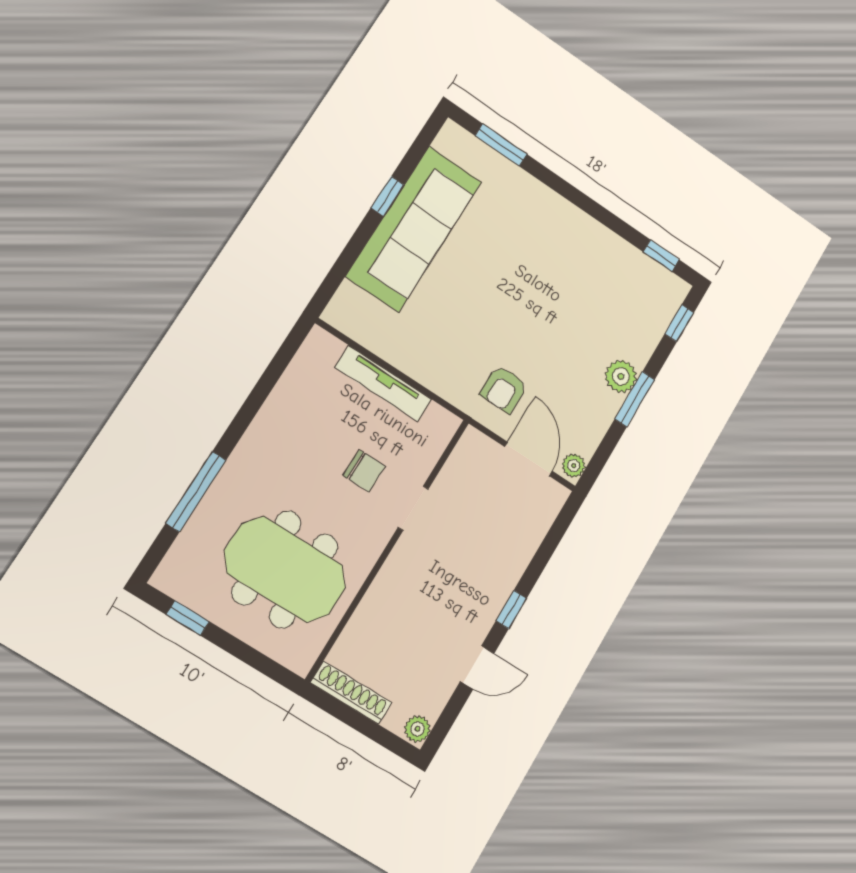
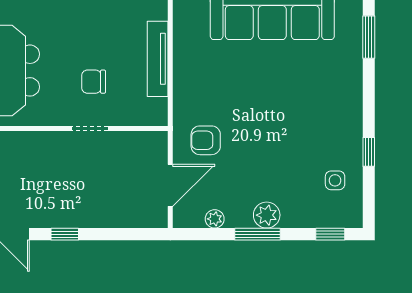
window: (661, 256) -> (369, 152), moved
side table: (628, 281) -> (335, 180), added
plant: (574, 466) -> (215, 219), moved
chair: (364, 471) -> (94, 82), turned 90

